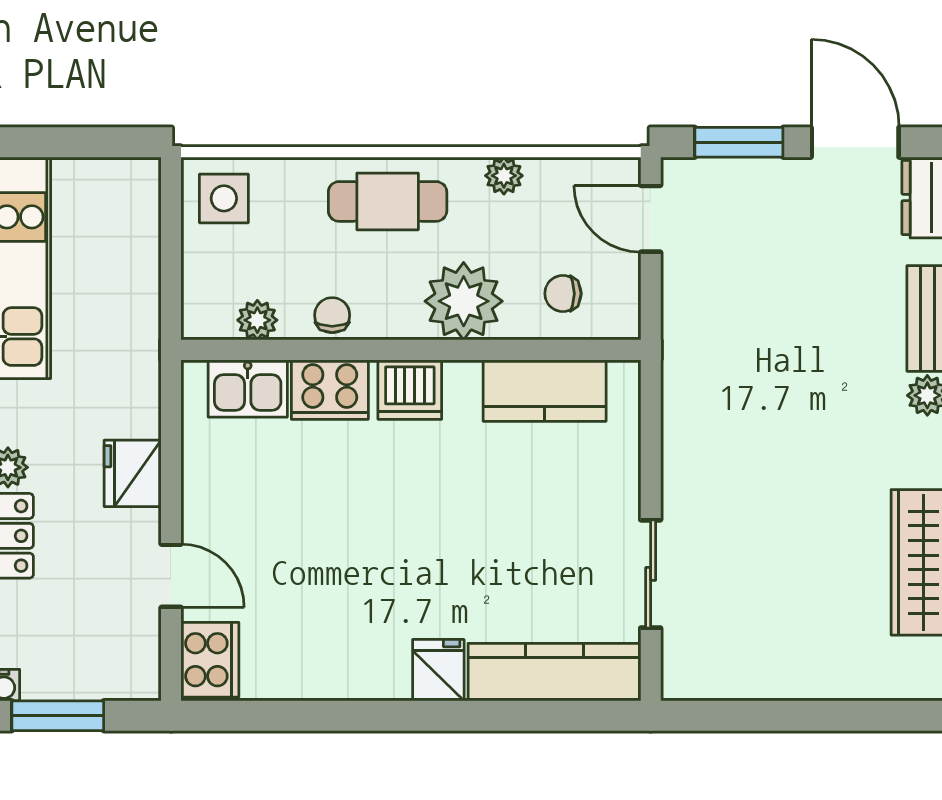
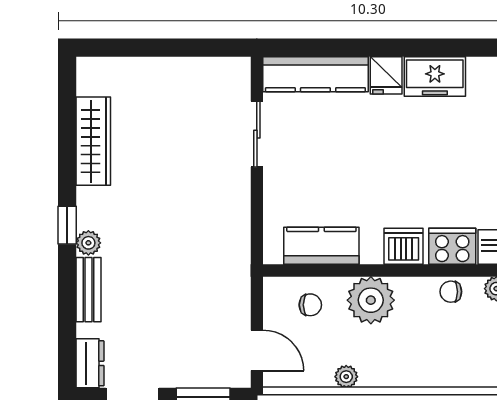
cafe table: (388, 201) -> (417, 361), removed
chair: (332, 315) -> (451, 292), turned 90
freezer: (358, 668) -> (435, 77), added

